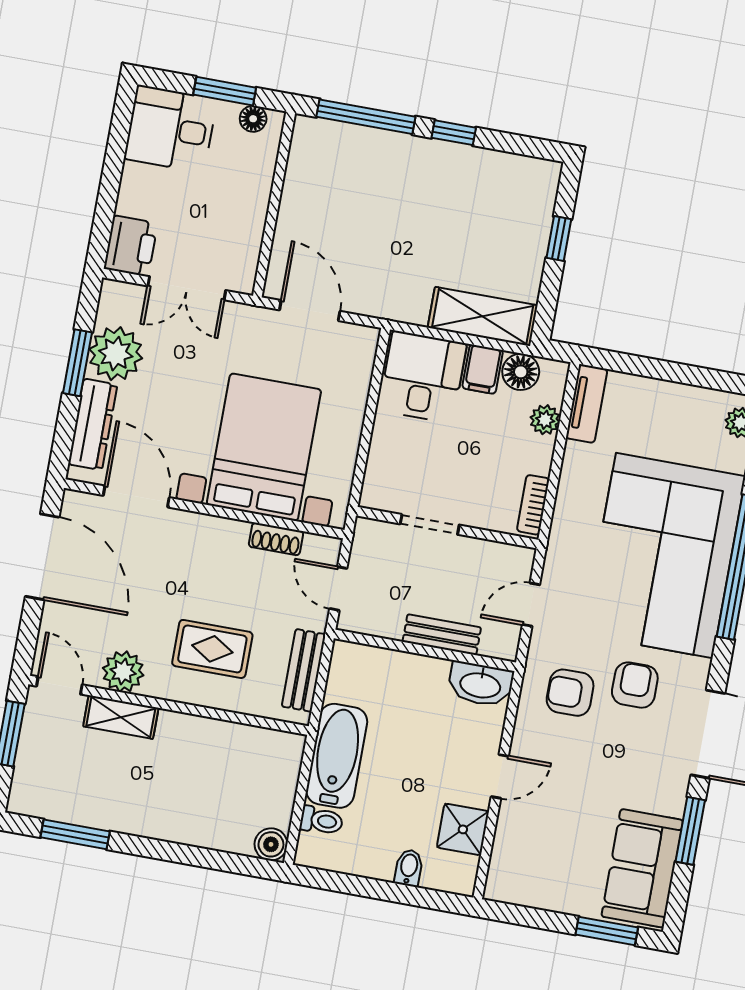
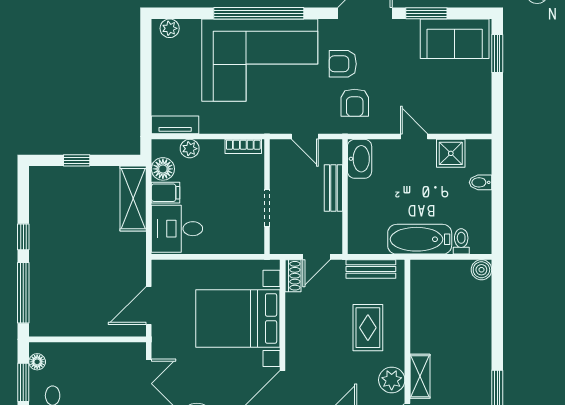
shoe rack: (276, 539) -> (293, 276), moved

